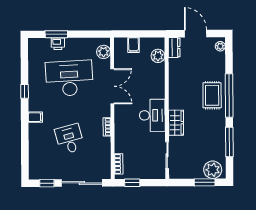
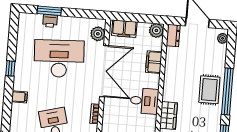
filing cabinet: (134, 45) -> (124, 29), width x2.00
plant: (158, 56) -> (156, 30), moved
filing cabinet: (158, 74) -> (154, 62), added
double door: (112, 86) -> (104, 71), width x1.36
desk: (152, 115) -> (144, 101), width x0.73

